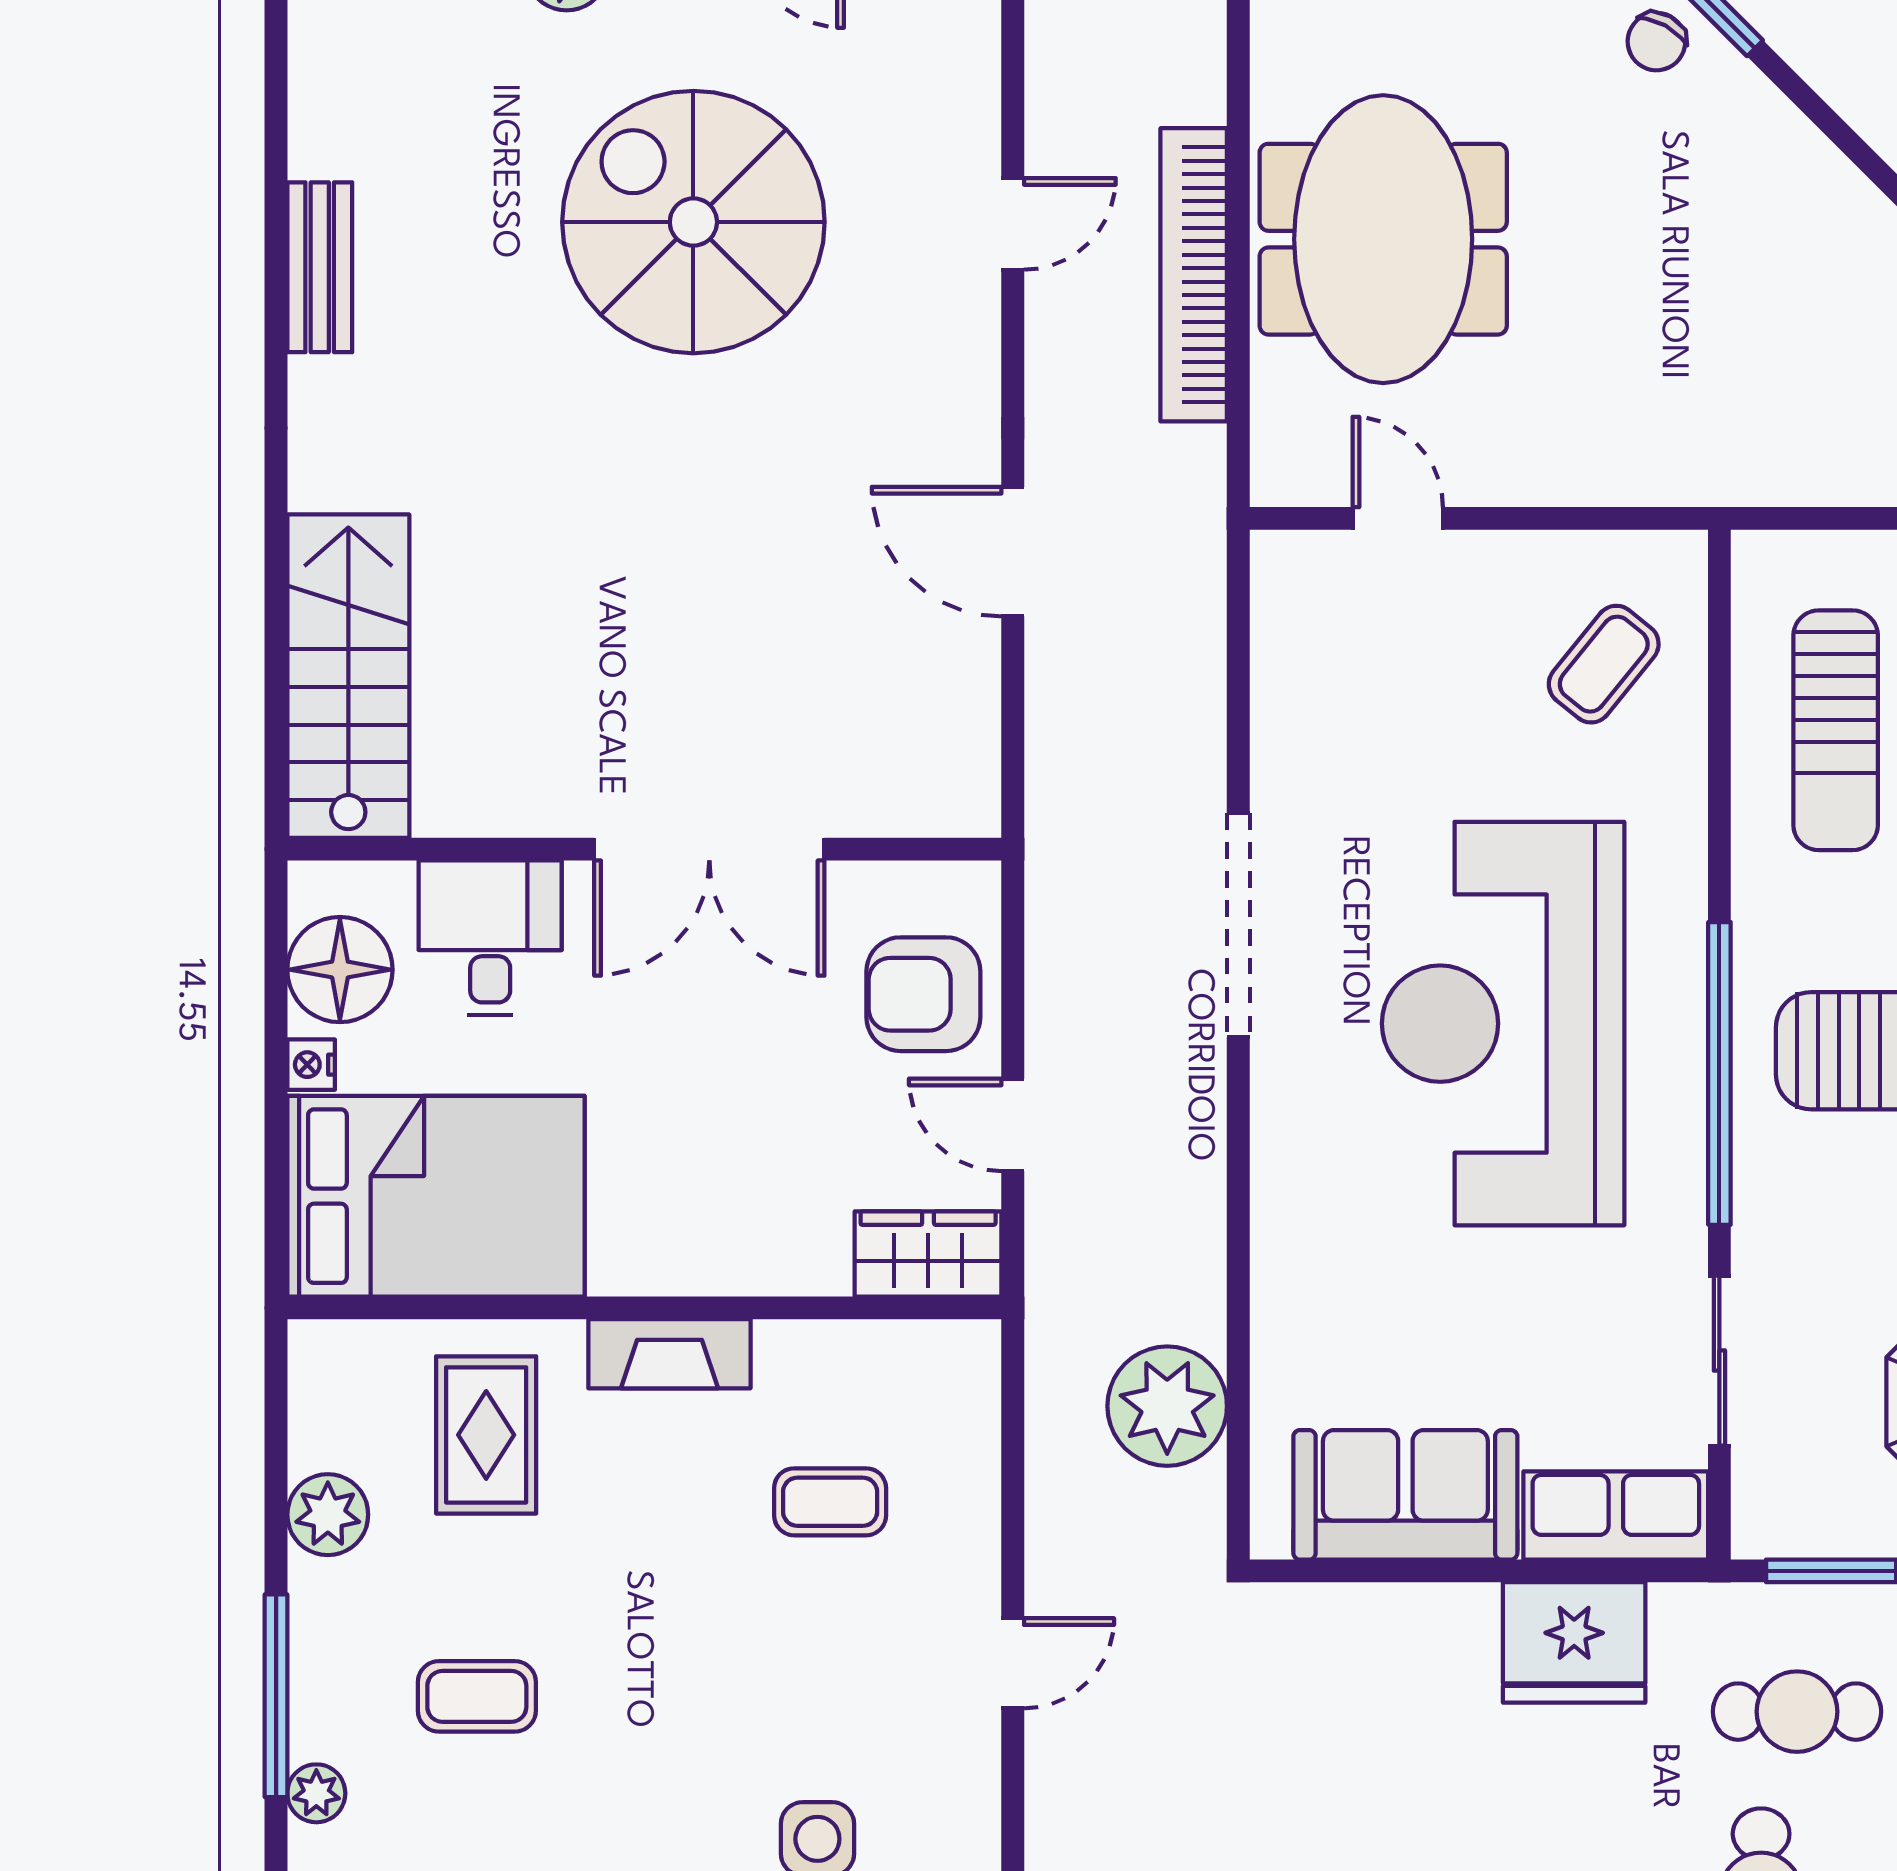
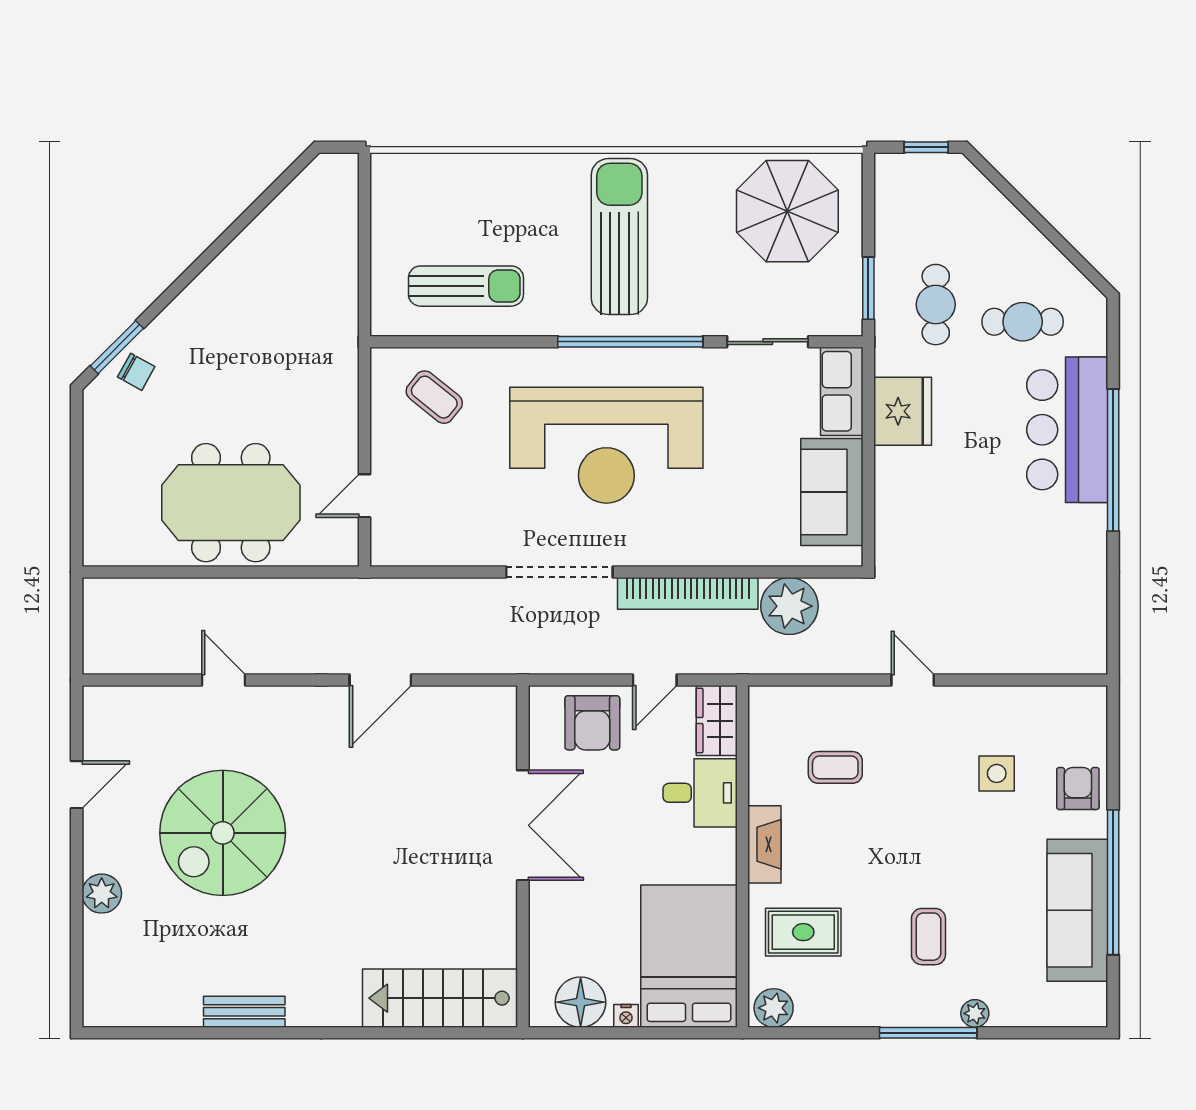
bookcase: (1194, 275) -> (688, 593), moved
desk: (490, 938) -> (700, 793), moved, turned 180
coffee table: (830, 1502) -> (835, 767), turned 90
plant: (328, 1515) -> (774, 1008), moved

